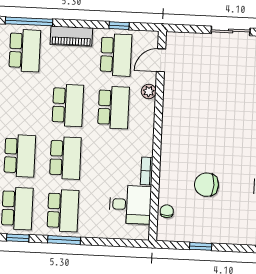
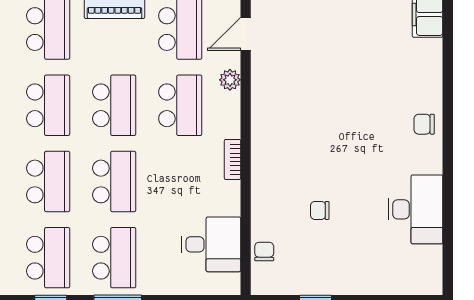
school desk: (22, 103) -> (48, 105), added
bookcase: (147, 171) -> (232, 159), moved
chair: (206, 185) -> (320, 210), width x0.54, depth x0.54

